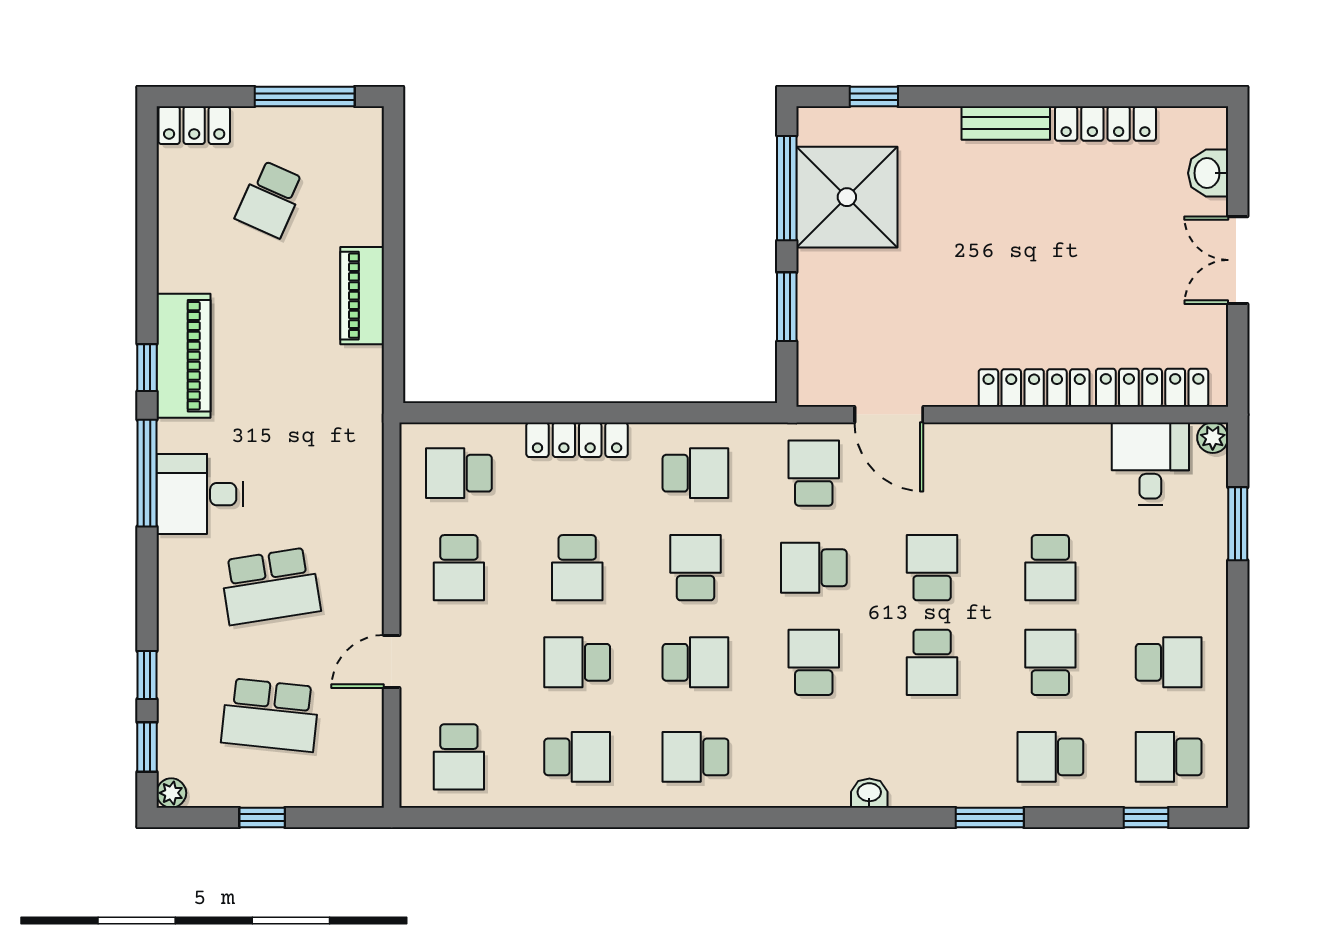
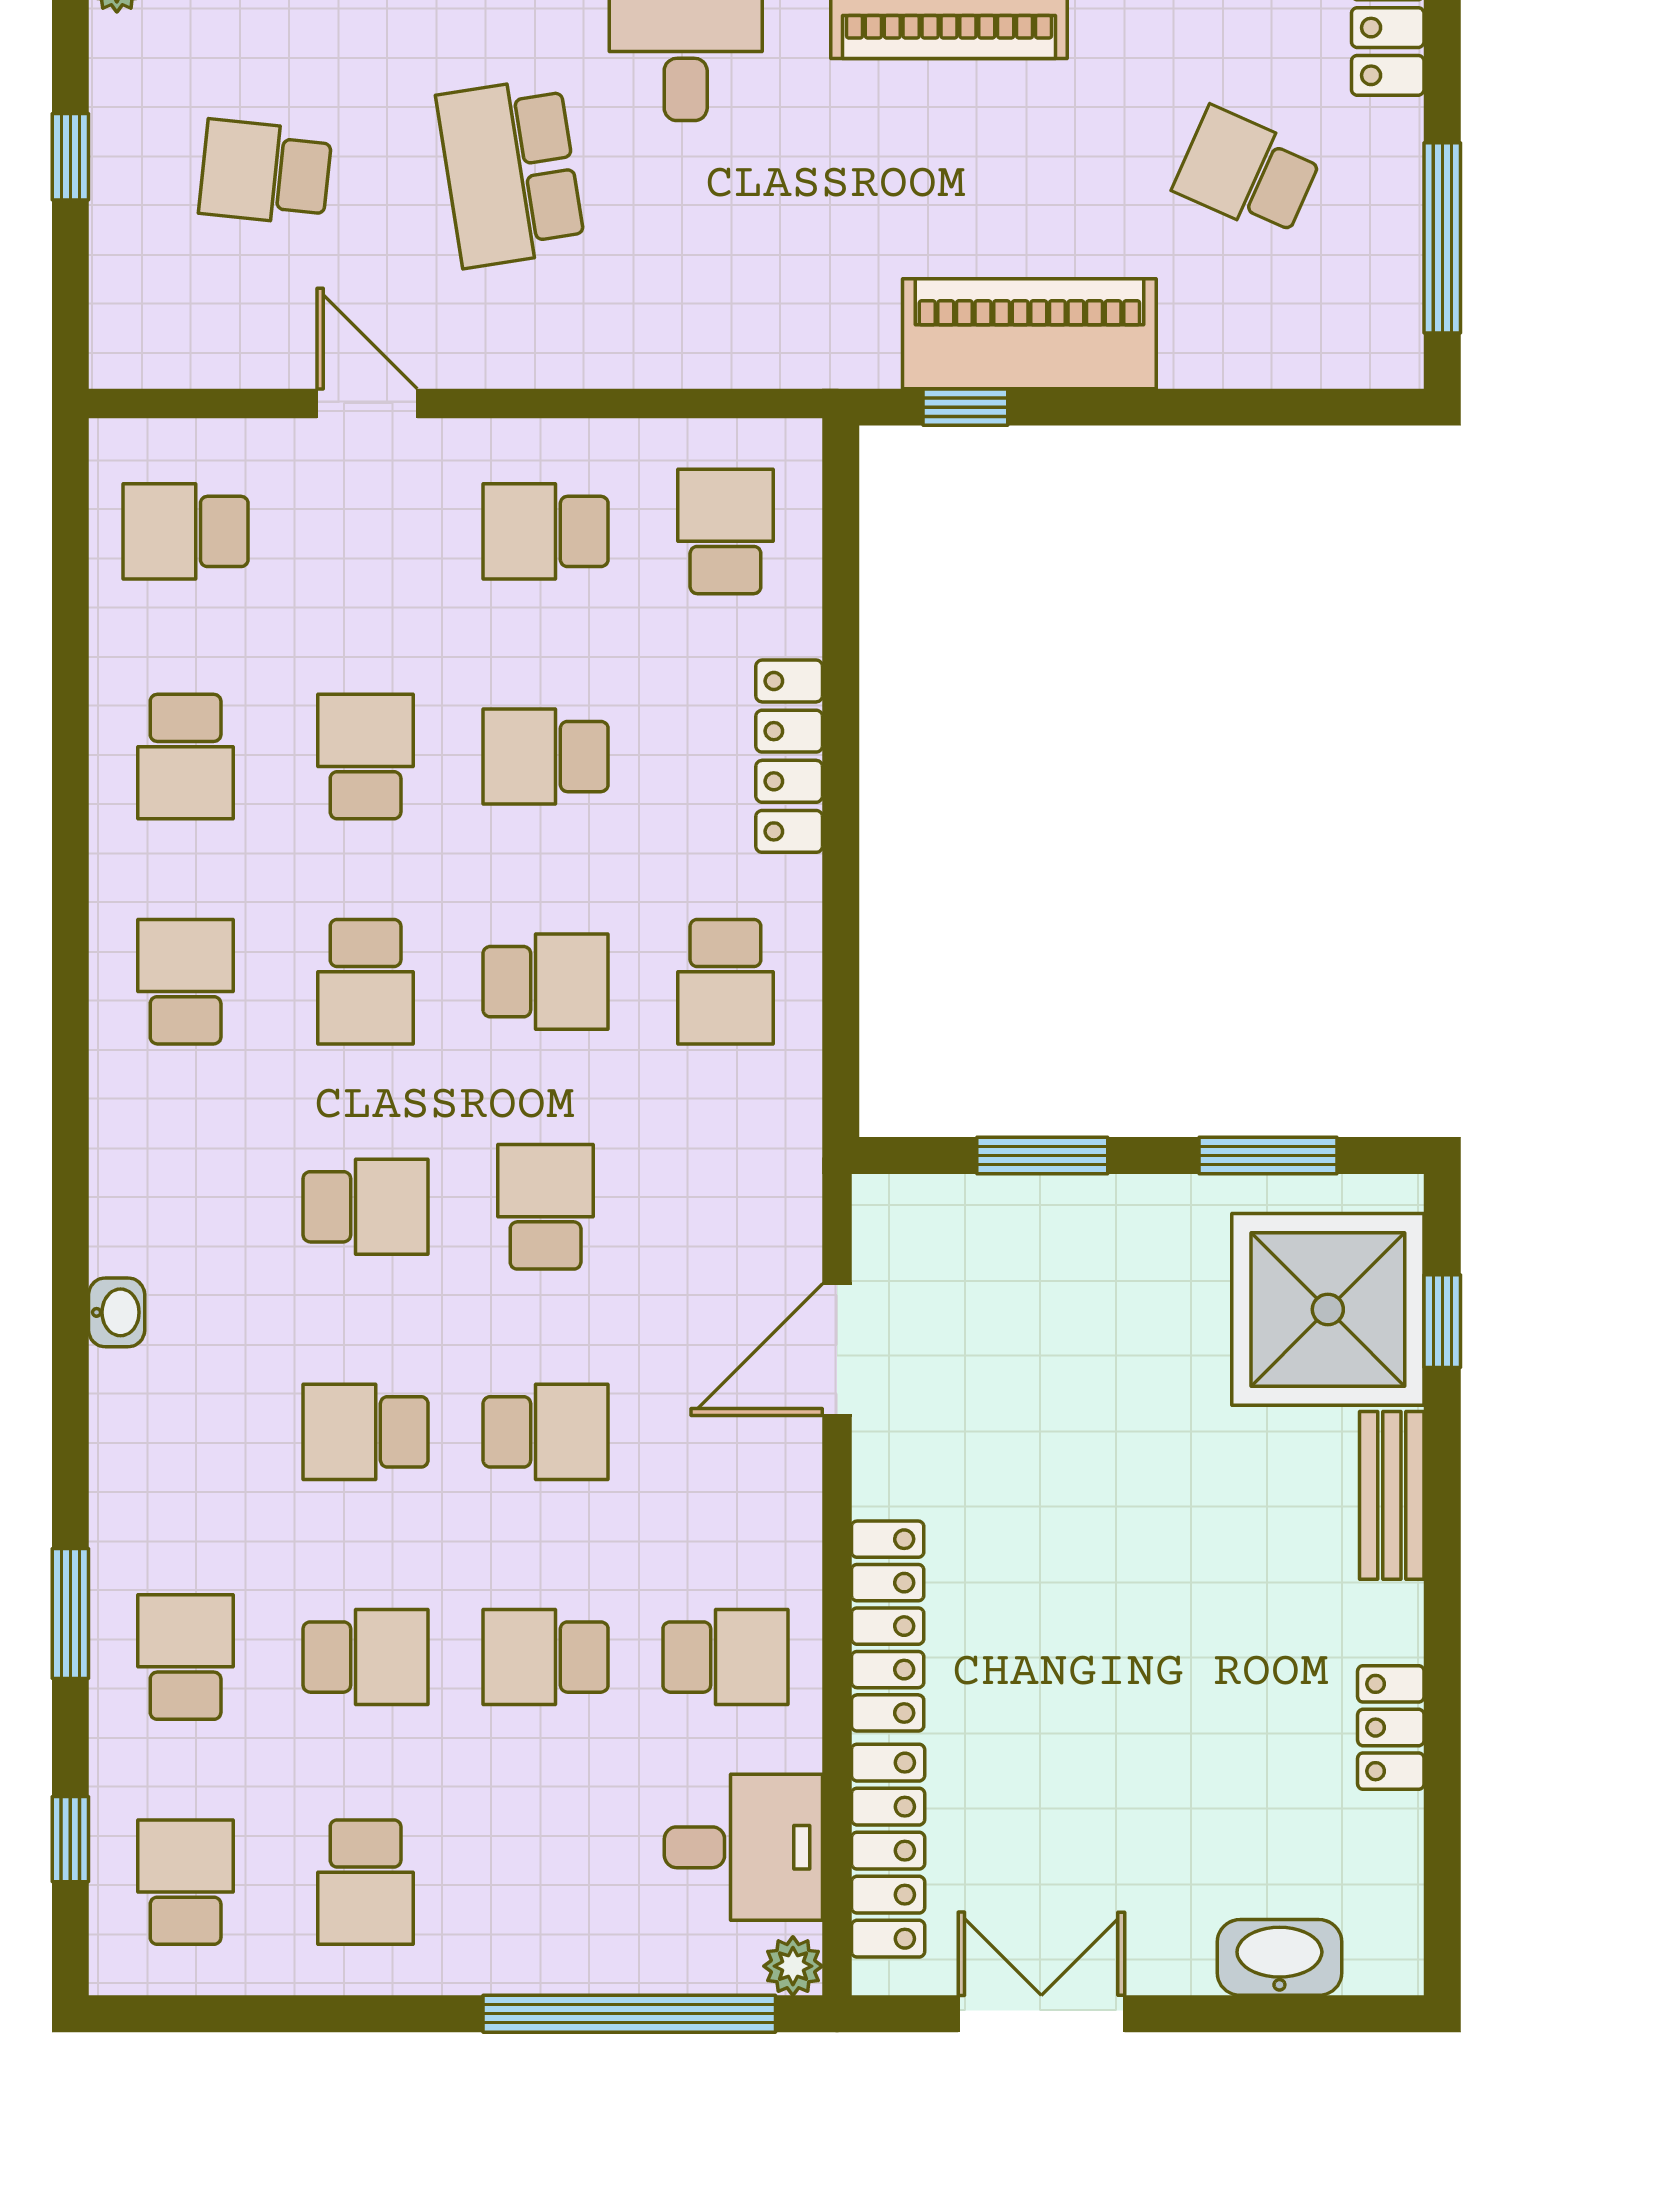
bench: (1006, 123) -> (1392, 1495), moved
locker: (1105, 124) -> (1391, 1728), width x0.66
washbasin: (1208, 173) -> (1279, 1957), width x1.38
window: (787, 188) -> (1268, 1155), width x0.69
shower: (847, 197) -> (1328, 1309), moved
double door: (1238, 260) -> (1041, 2014), moved
piano: (362, 296) -> (1029, 334), width x1.37, depth x1.33
window: (394, 347) -> (965, 407), added
school desk: (814, 473) -> (725, 1657), moved
window: (1238, 524) -> (629, 2014), width x2.11
school desk: (270, 715) -> (265, 172), width x0.54
window: (990, 817) -> (70, 1613), moved

